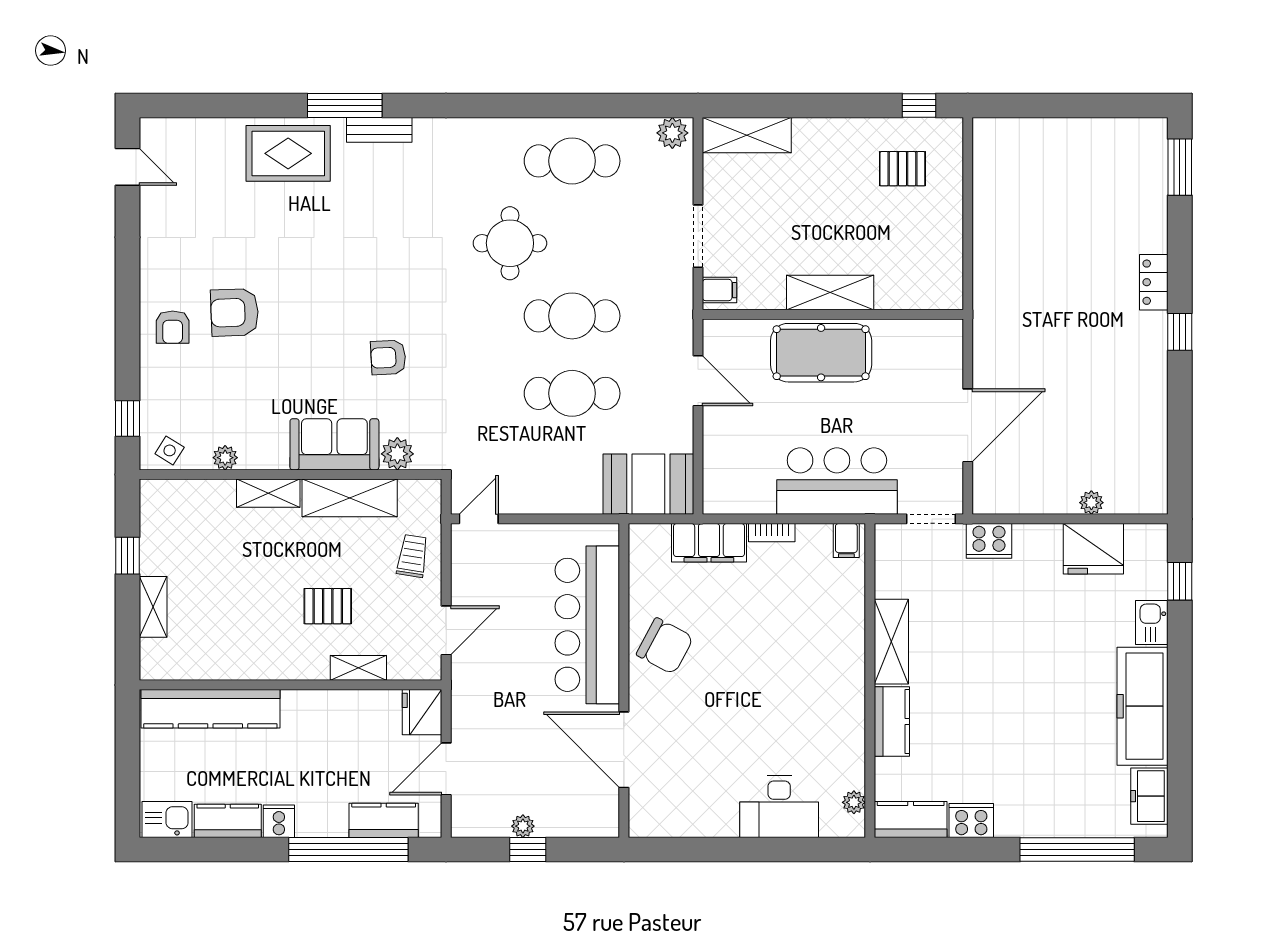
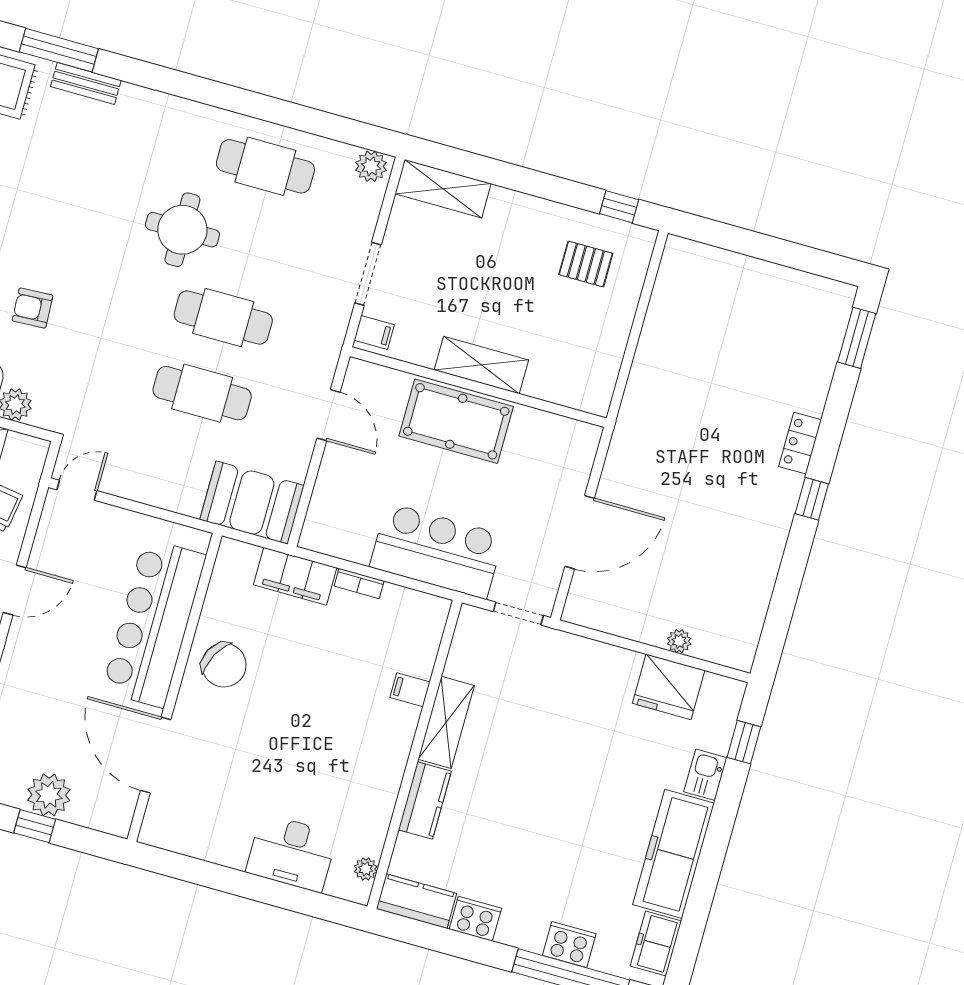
filing cabinet: (846, 540) -> (410, 690), moved, turned 90
cooker: (989, 541) -> (569, 945), moved, turned 180
plant: (523, 826) -> (49, 795), width x1.88, depth x1.88

